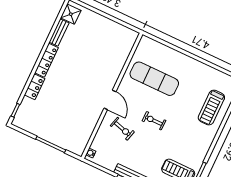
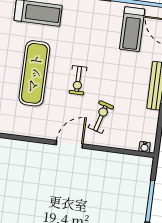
exercise mat: (154, 79) -> (34, 73), moved

